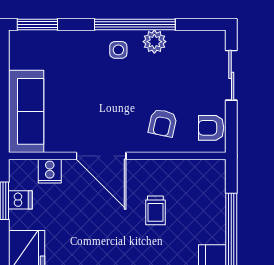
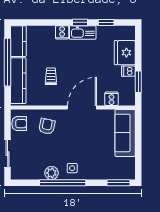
door: (101, 156) -> (82, 108), hinge flipped
dishwasher: (20, 200) -> (128, 71), moved
kitchen counter: (212, 203) -> (18, 81), added

